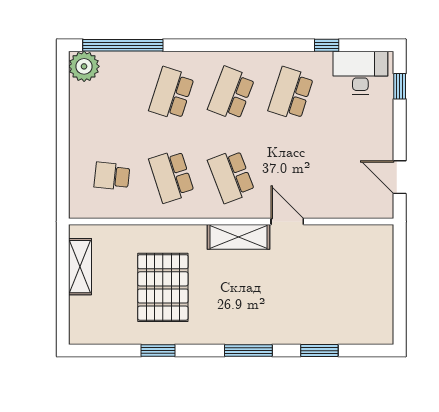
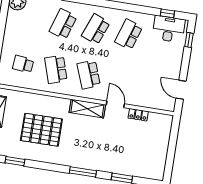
window: (327, 45) -> (167, 13), moved
locker: (330, 233) -> (138, 115), added
pallet: (163, 287) -> (41, 130), turned 90
window: (158, 351) -> (15, 161), moved

